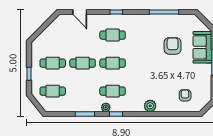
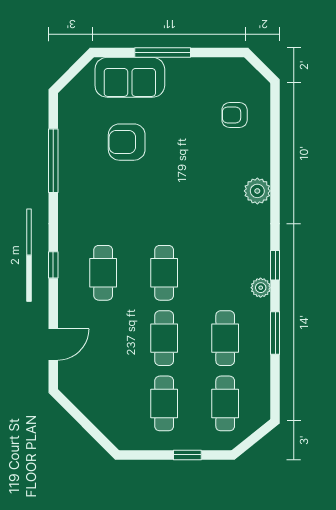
cafe table: (113, 91) -> (225, 338), moved

